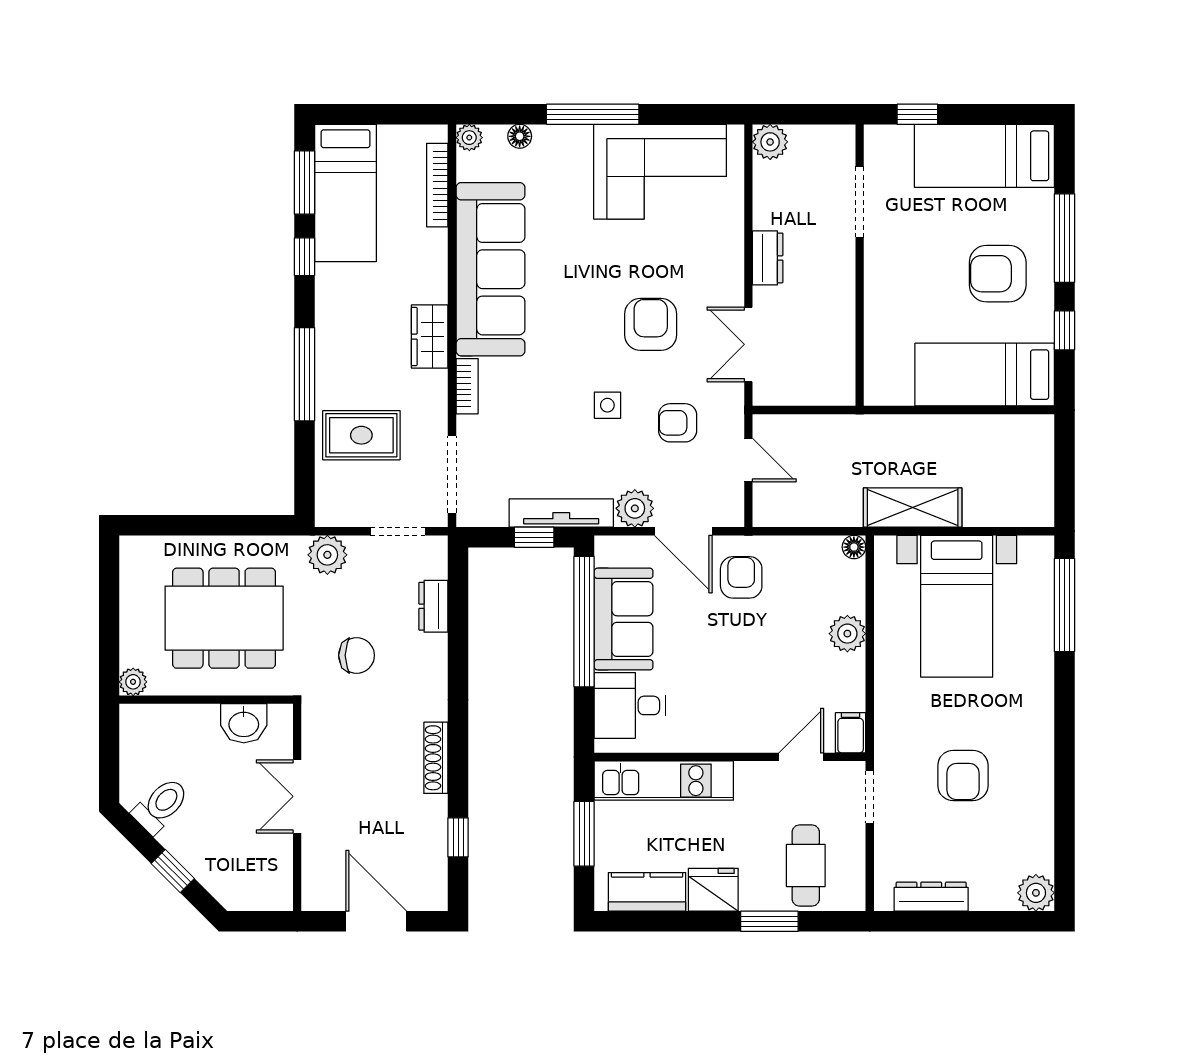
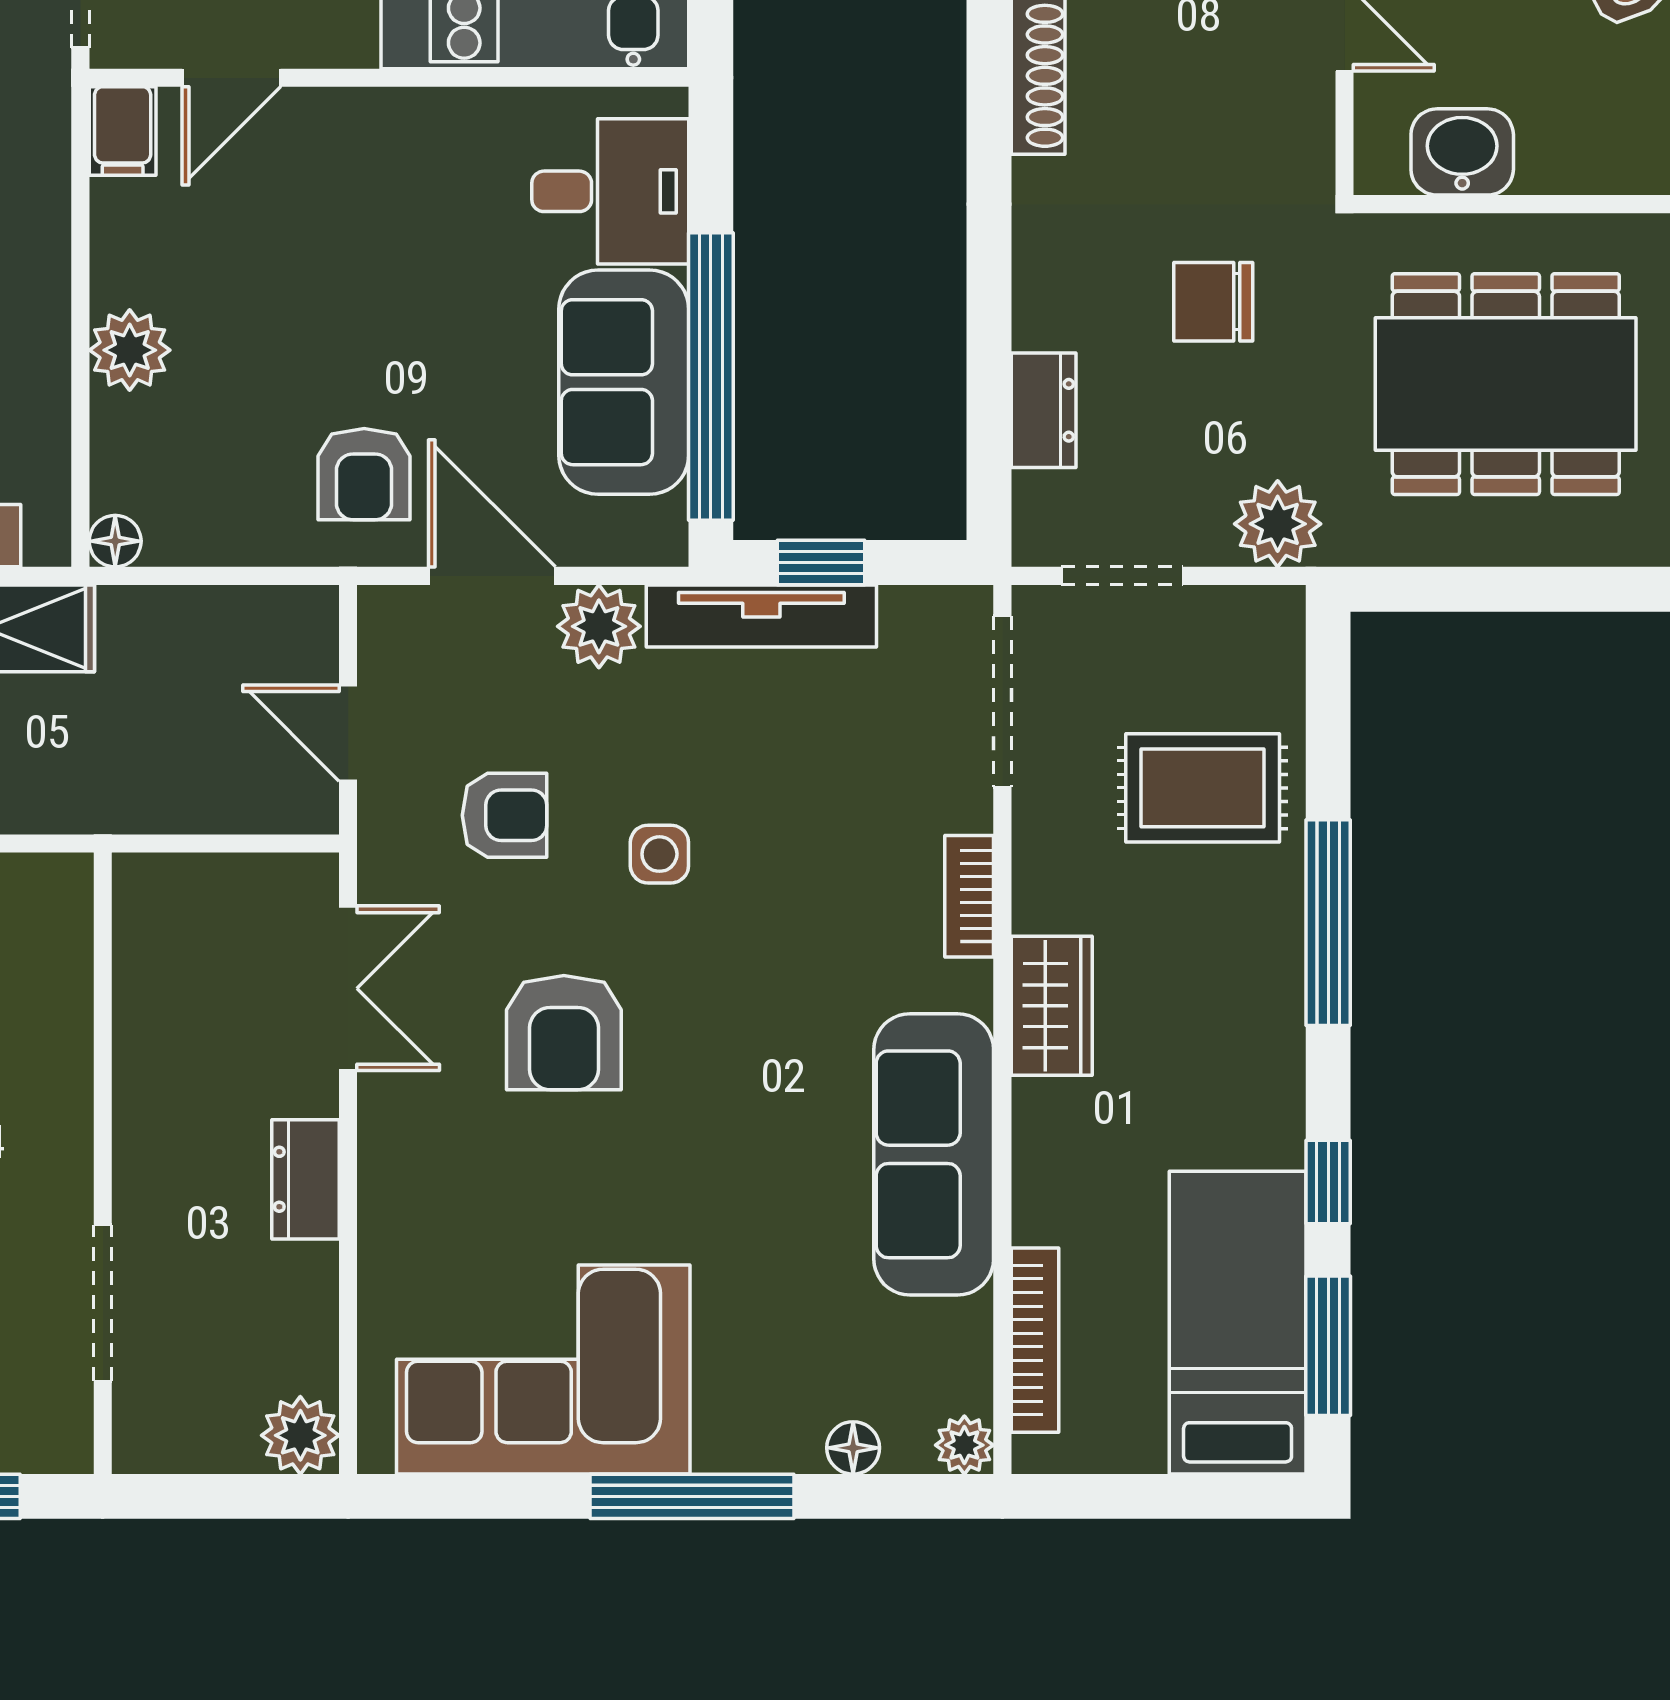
sofa: (490, 269) -> (934, 1154), width x0.74, depth x0.79

